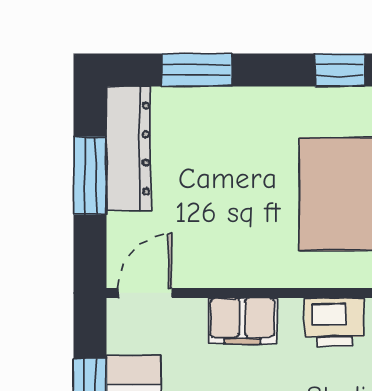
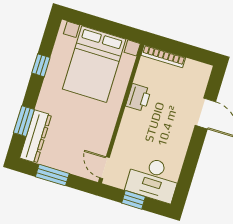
dresser: (128, 149) -> (36, 137), moved, turned 90
filing cabinet: (242, 321) -> (127, 133), removed

